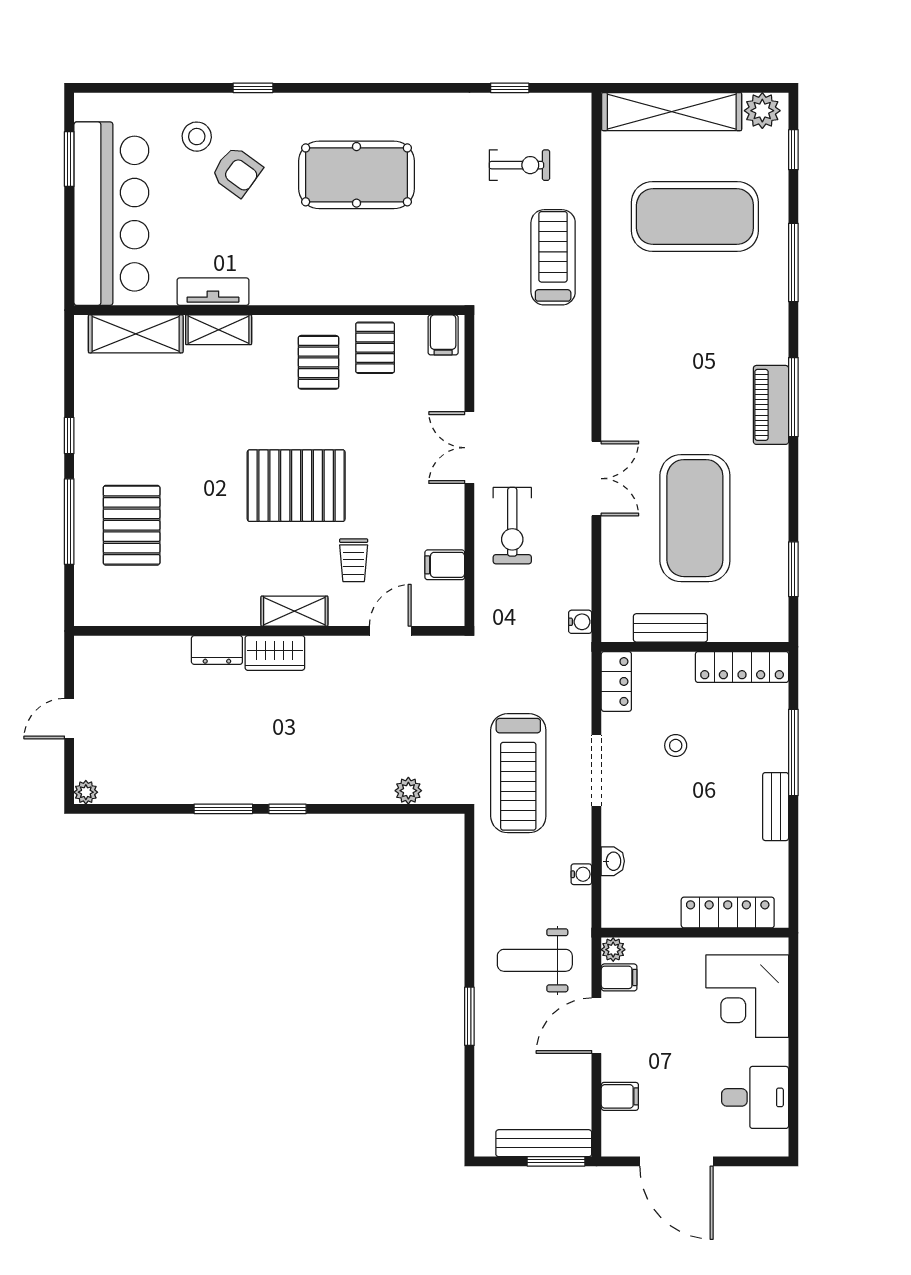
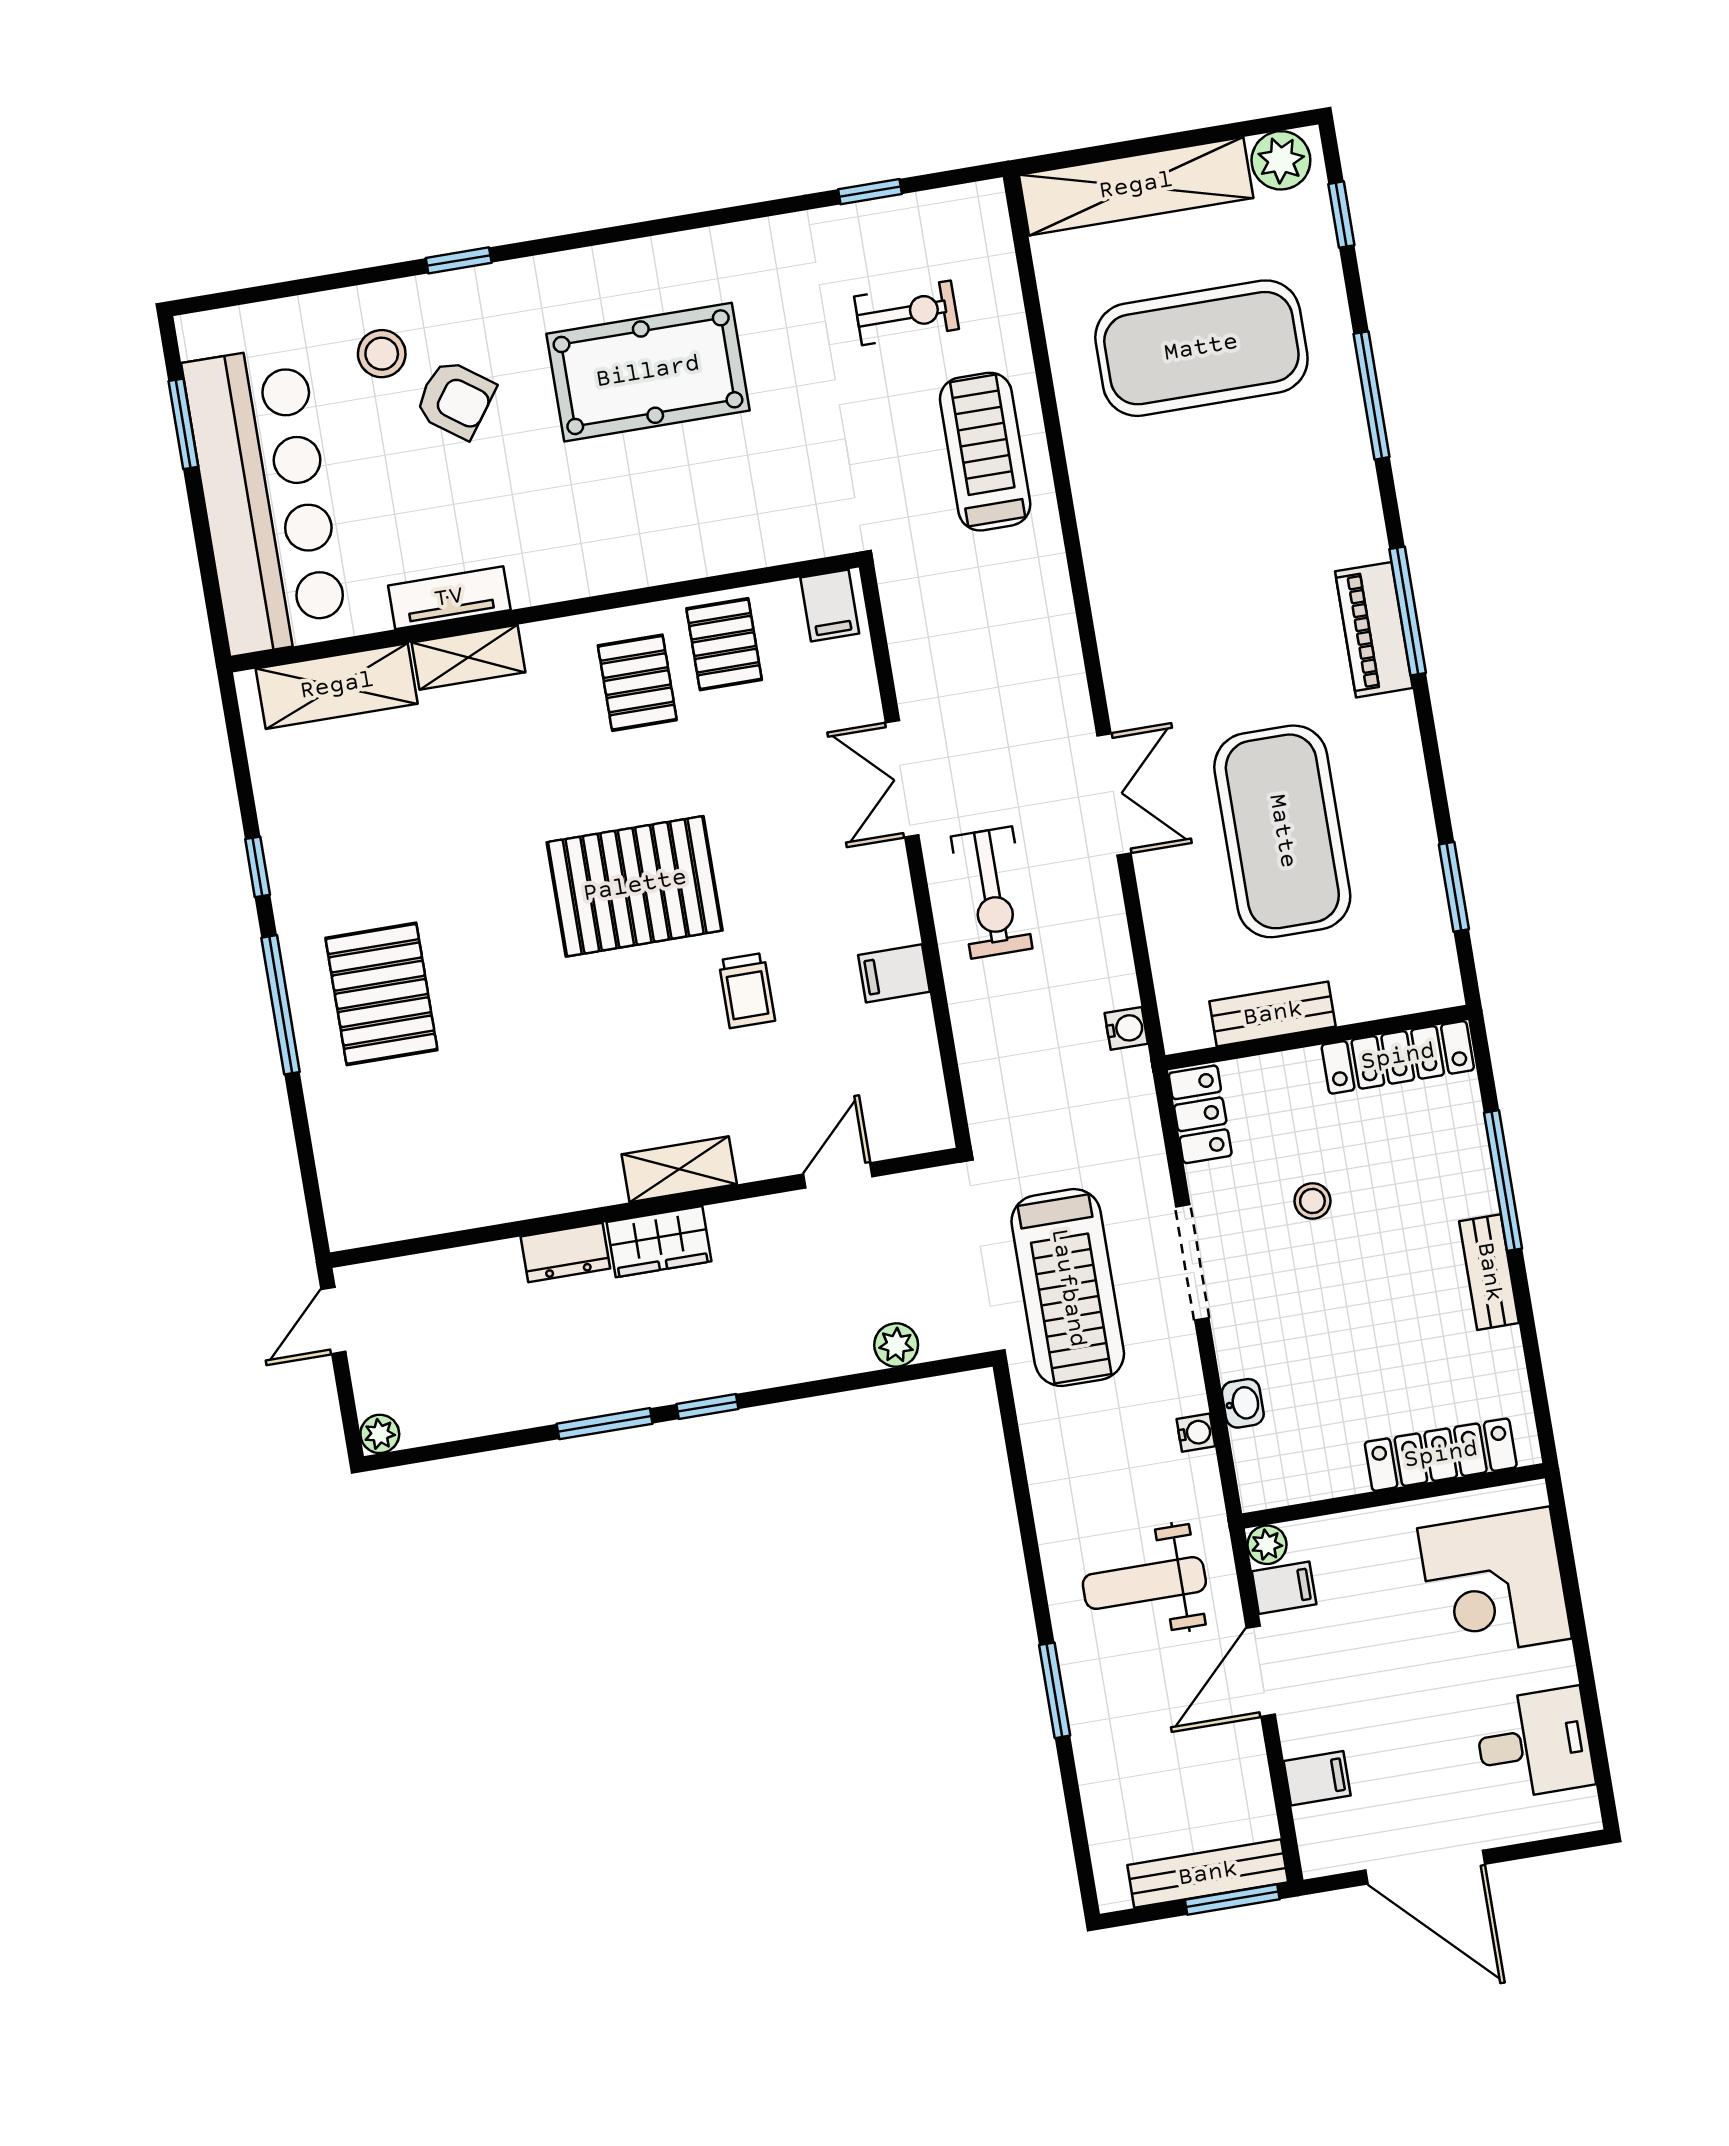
shelving: (294, 611) -> (679, 1169), moved
wall: (269, 631) -> (644, 1208), moved
door: (390, 631) -> (838, 1175), moved
dresser: (217, 650) -> (565, 1252), moved
wardrobe: (275, 653) -> (659, 1242), moved

